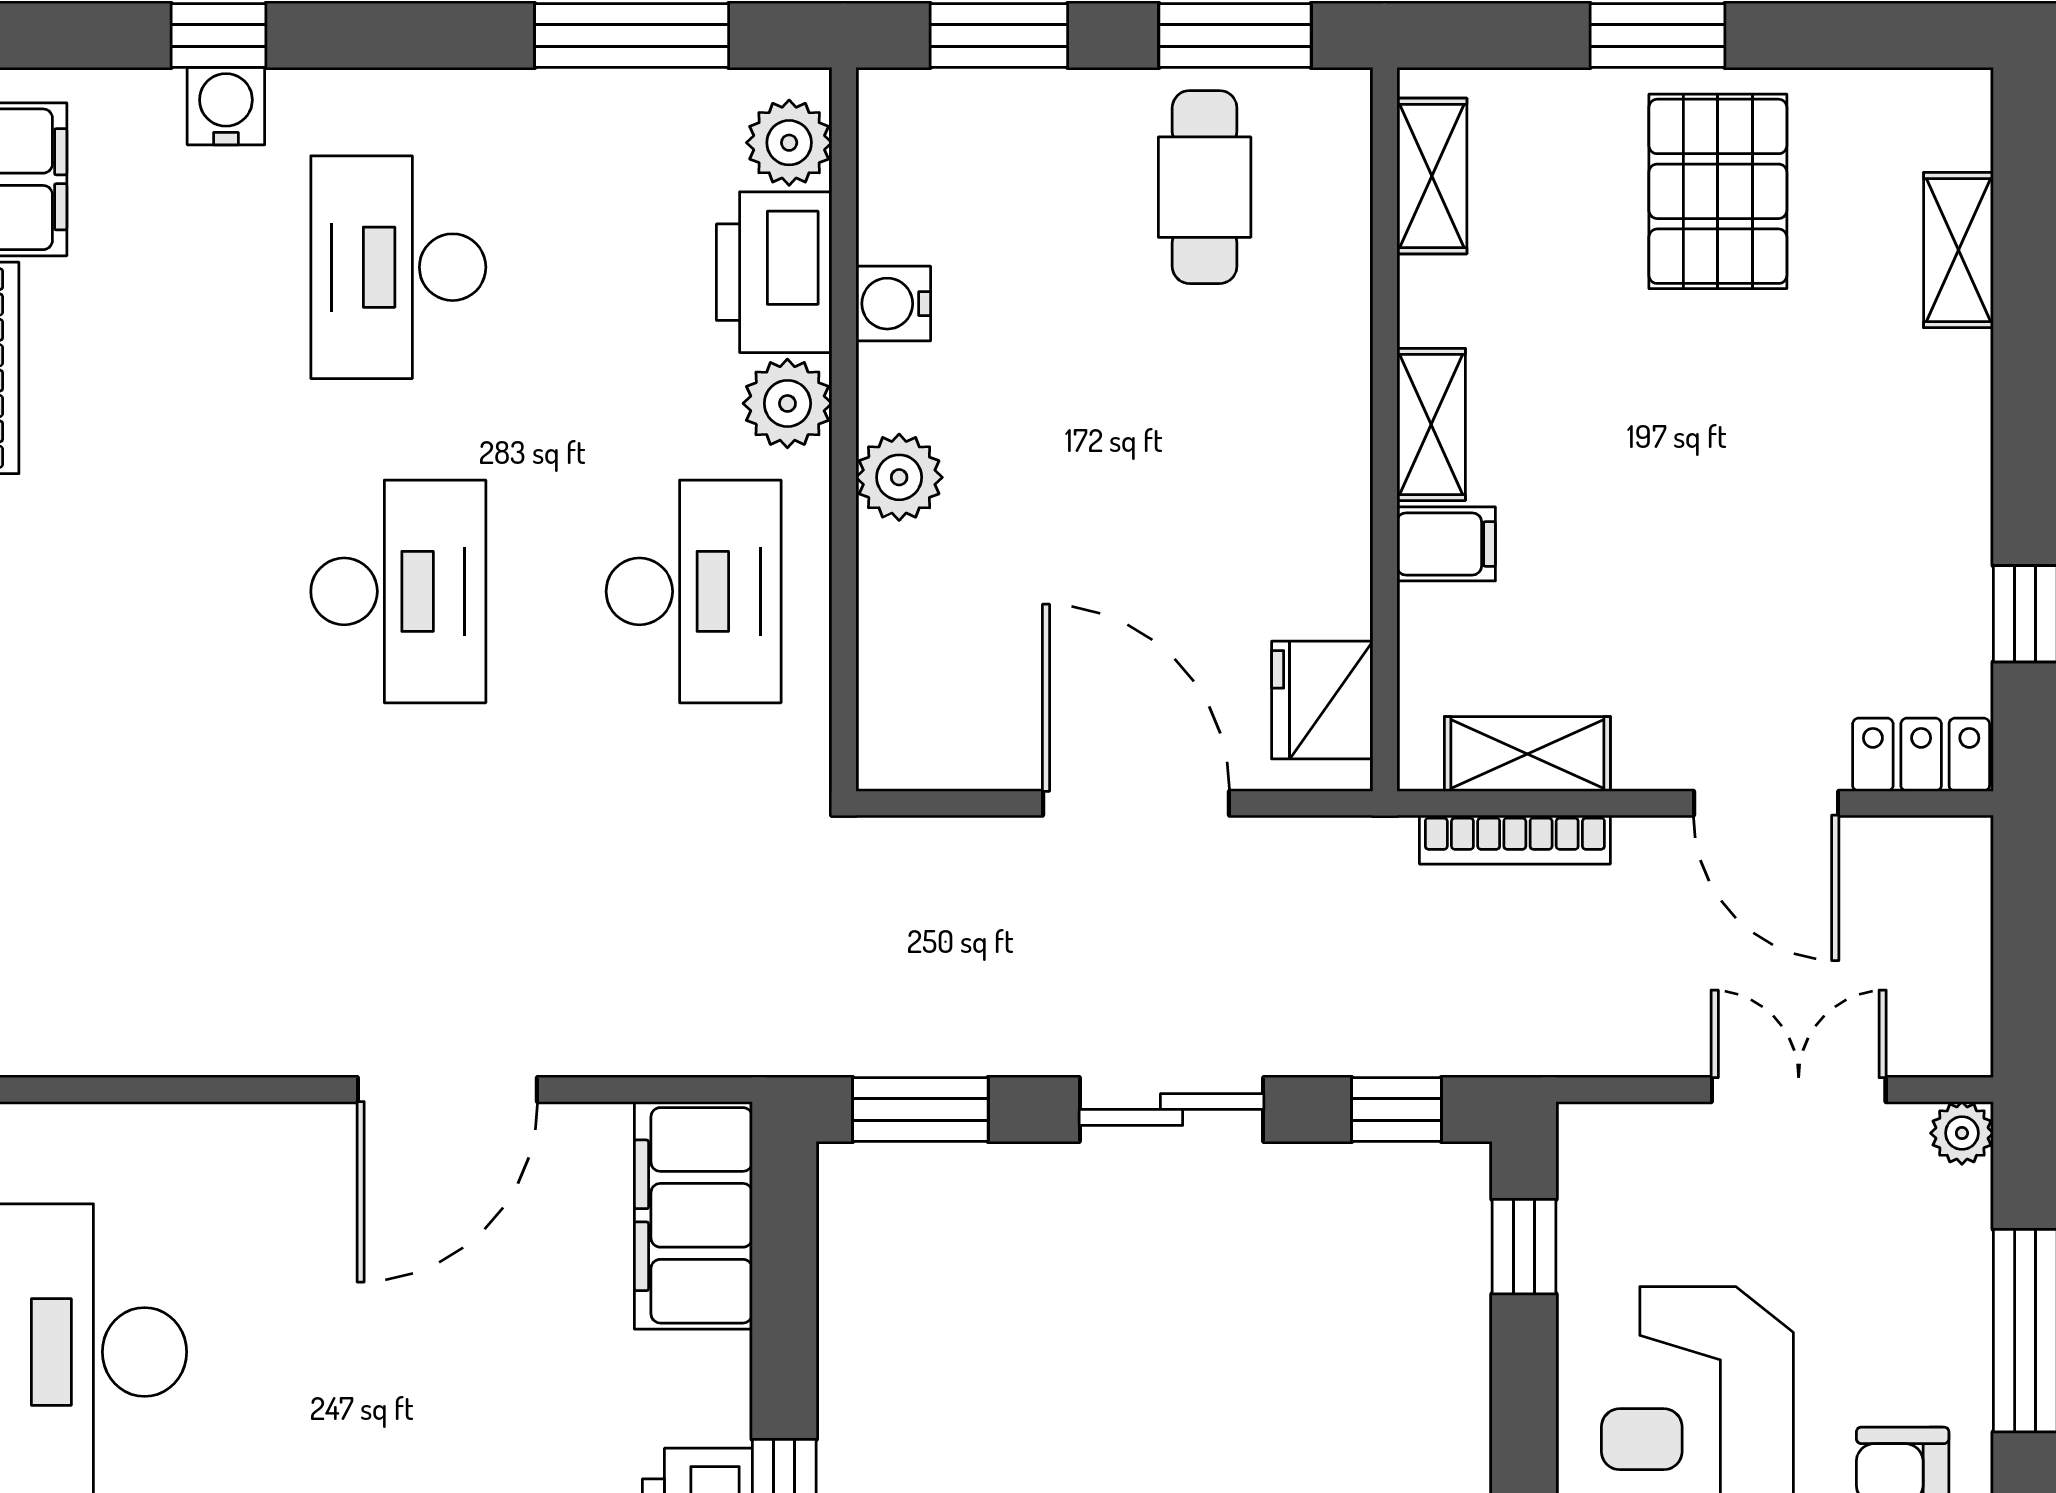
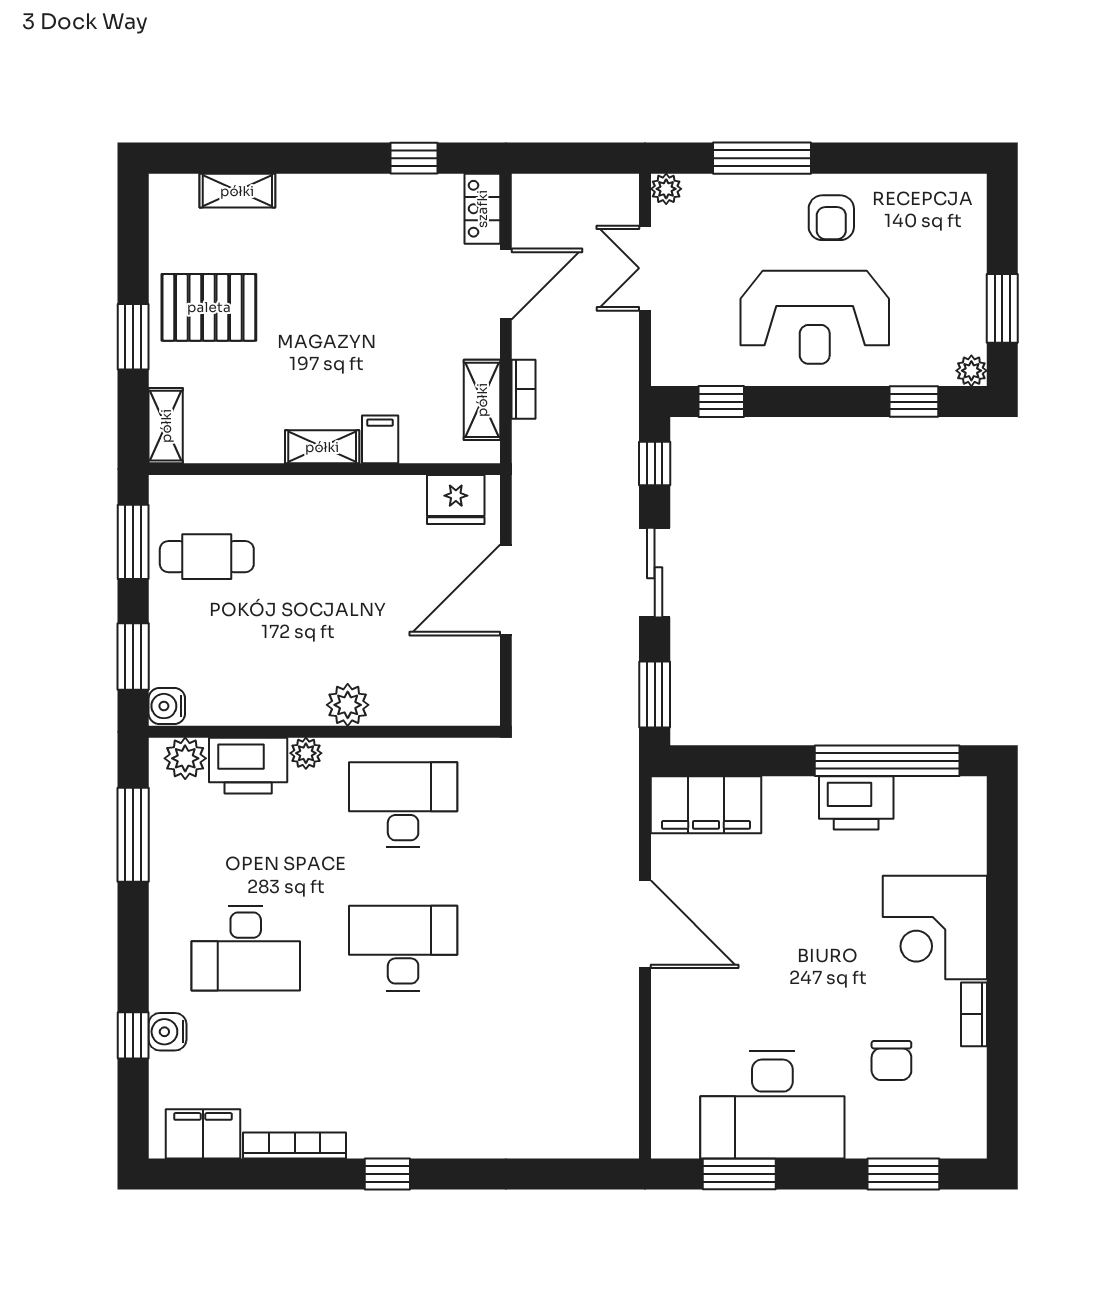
shelving: (1432, 176) -> (166, 426), moved, turned 90
water cooler: (893, 304) -> (167, 706), moved, turned 90
plant: (787, 403) -> (306, 753), width x0.73, depth x0.73
bookcase: (1515, 840) -> (524, 389), width x0.64

